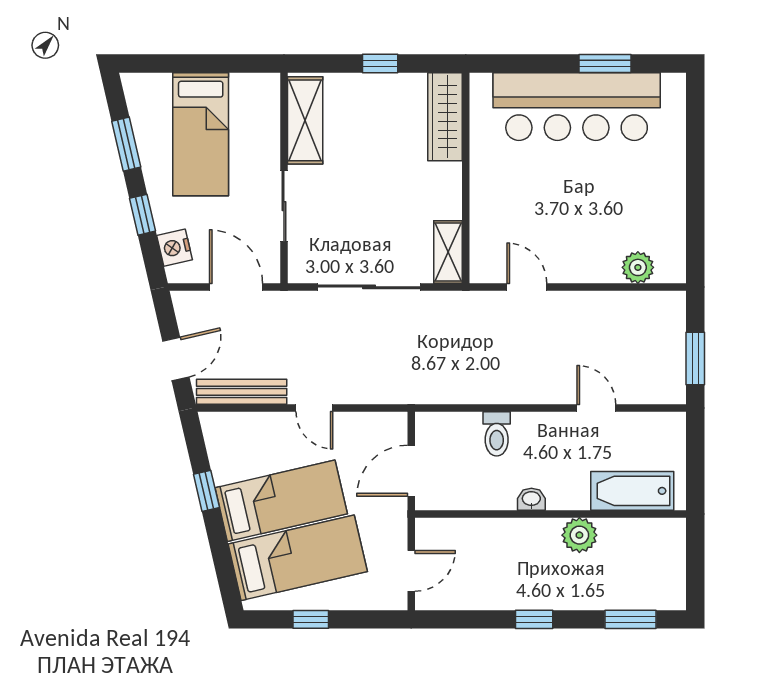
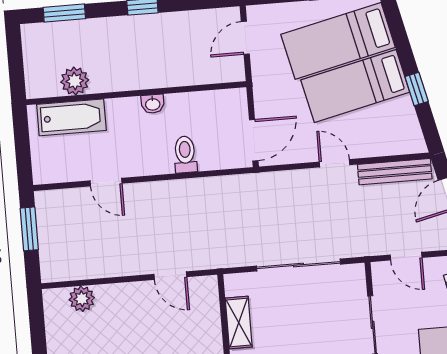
shelving: (448, 252) -> (239, 323), moved
door: (236, 287) -> (406, 256), width x0.73
door: (411, 471) -> (254, 140), moved
plant: (579, 535) -> (75, 81), moved

